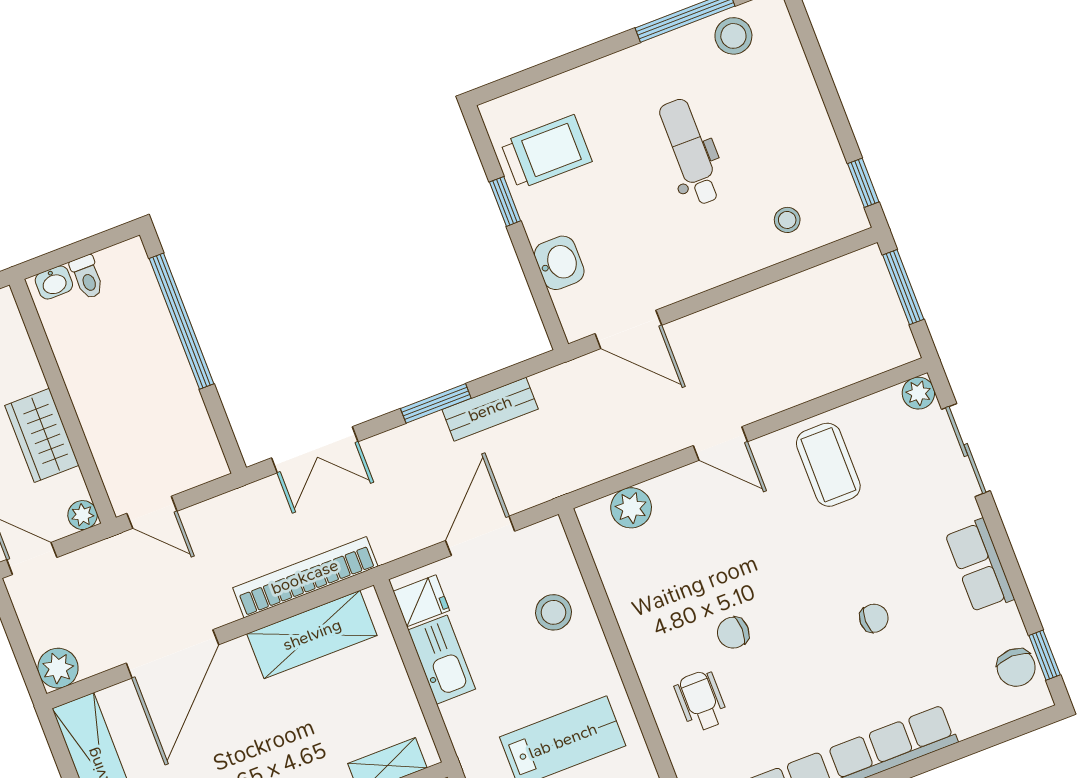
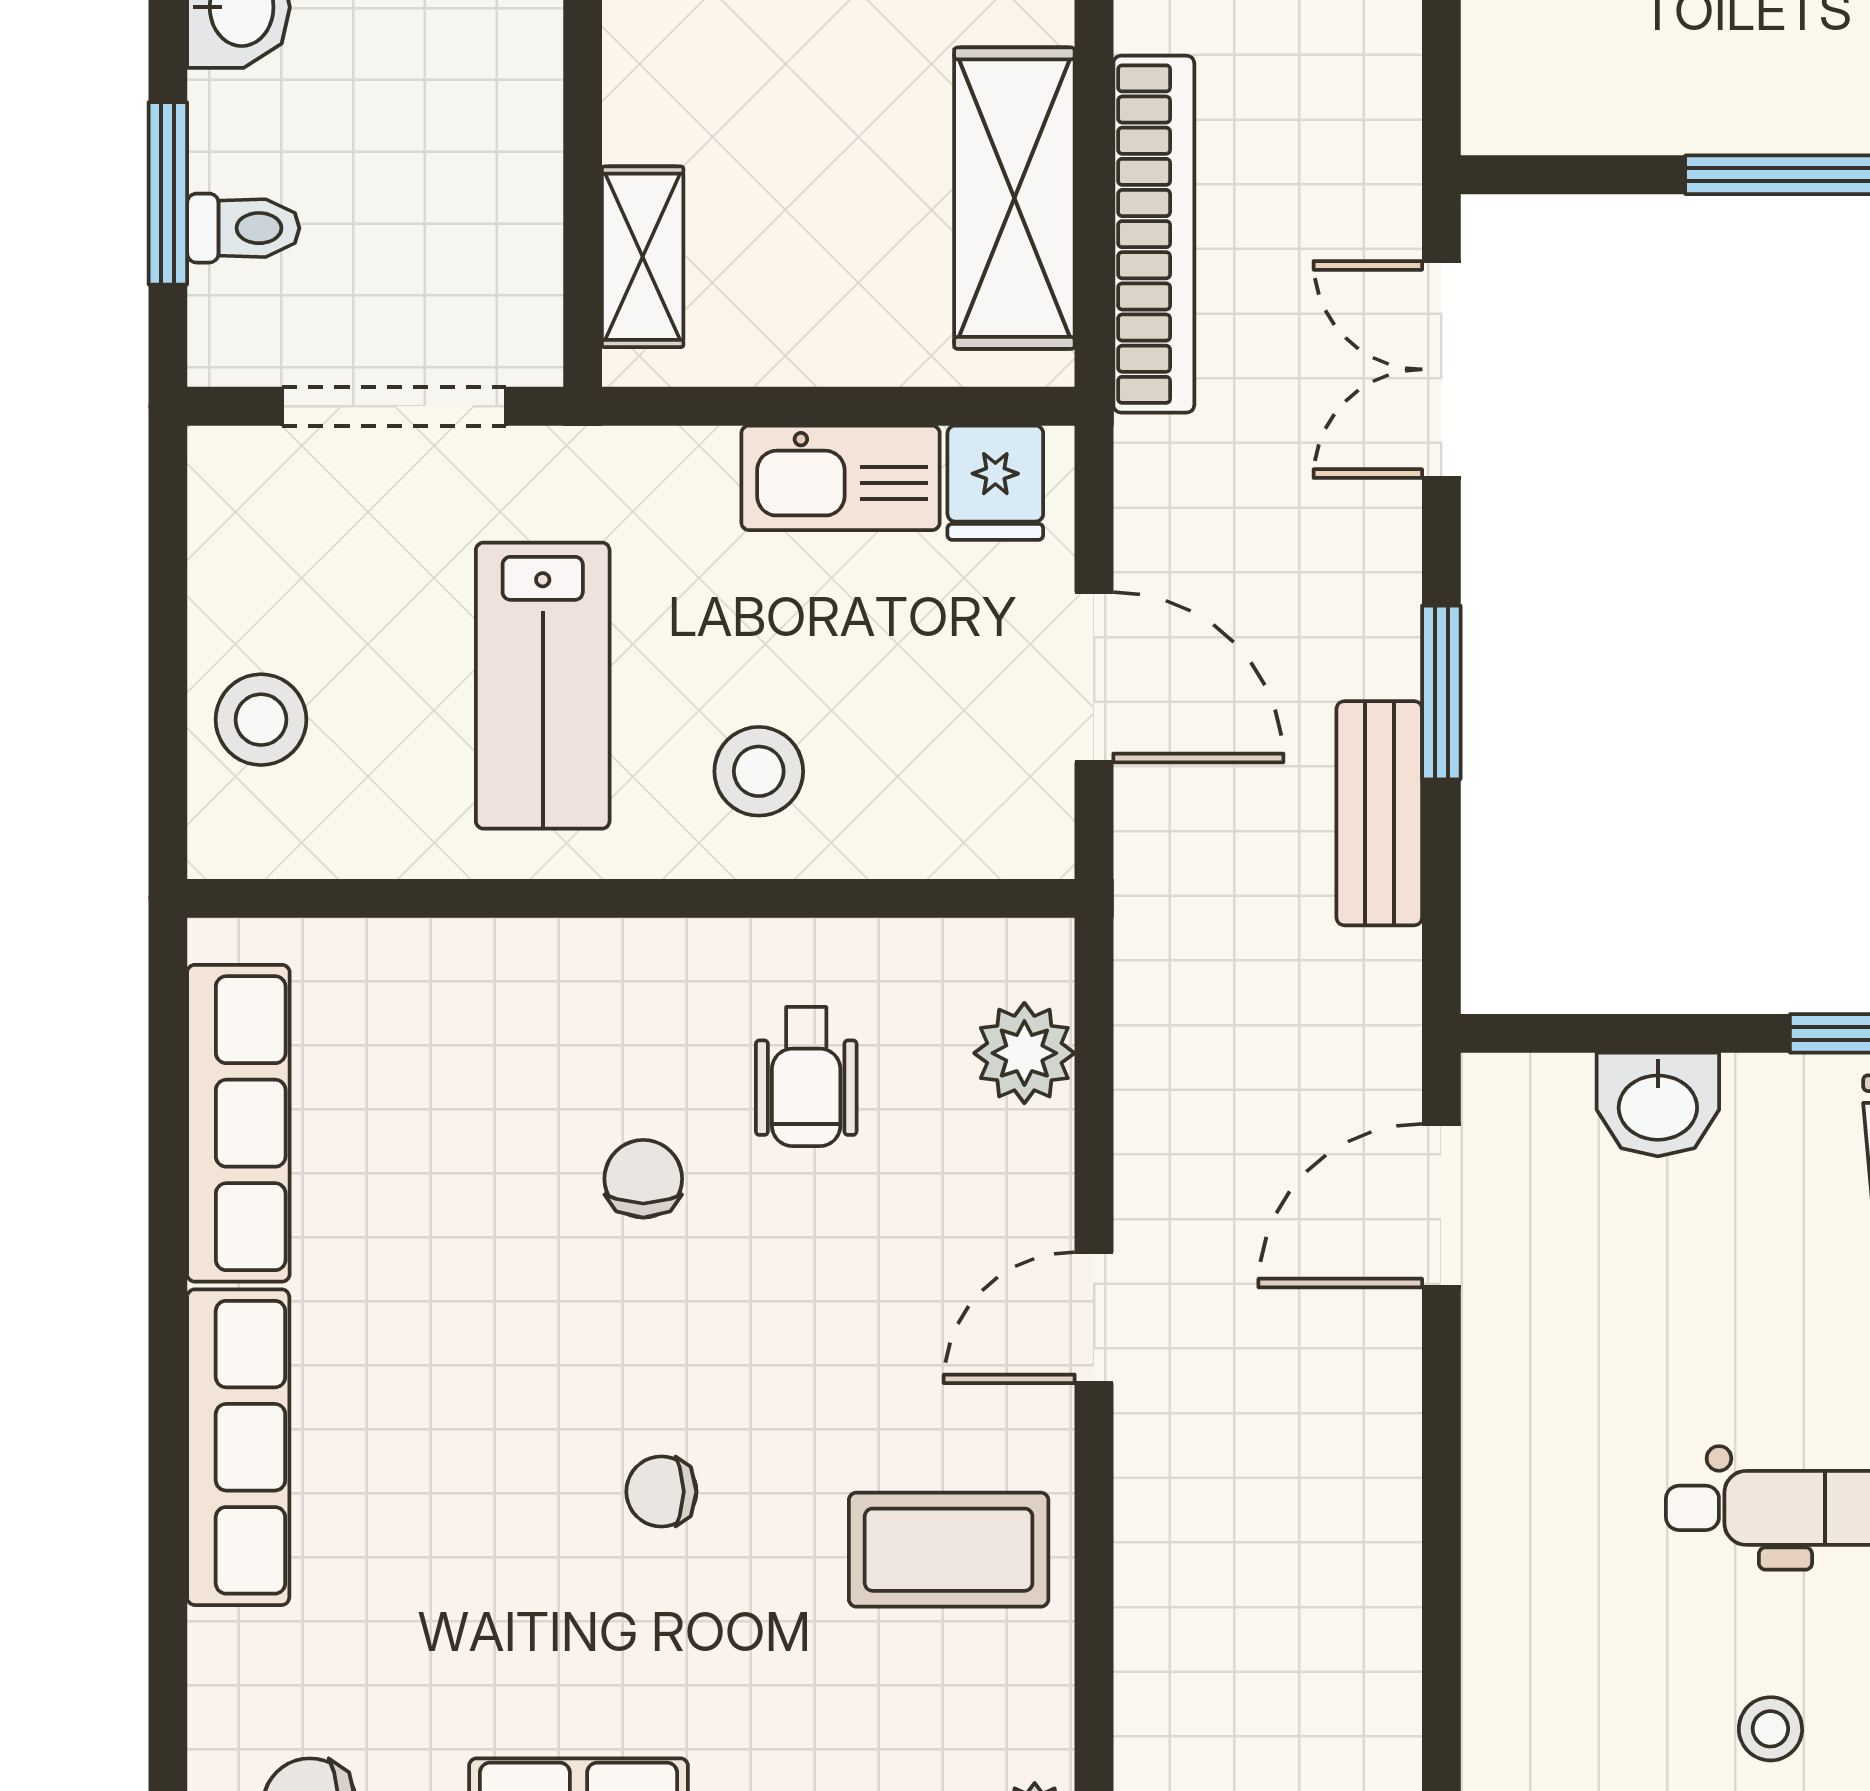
stool: (787, 220) -> (1770, 1729), moved
stool: (553, 612) -> (759, 771), moved
chair: (874, 618) -> (661, 1492), moved, turned 90
wheelchair: (701, 701) -> (806, 1077), moved, turned 90

